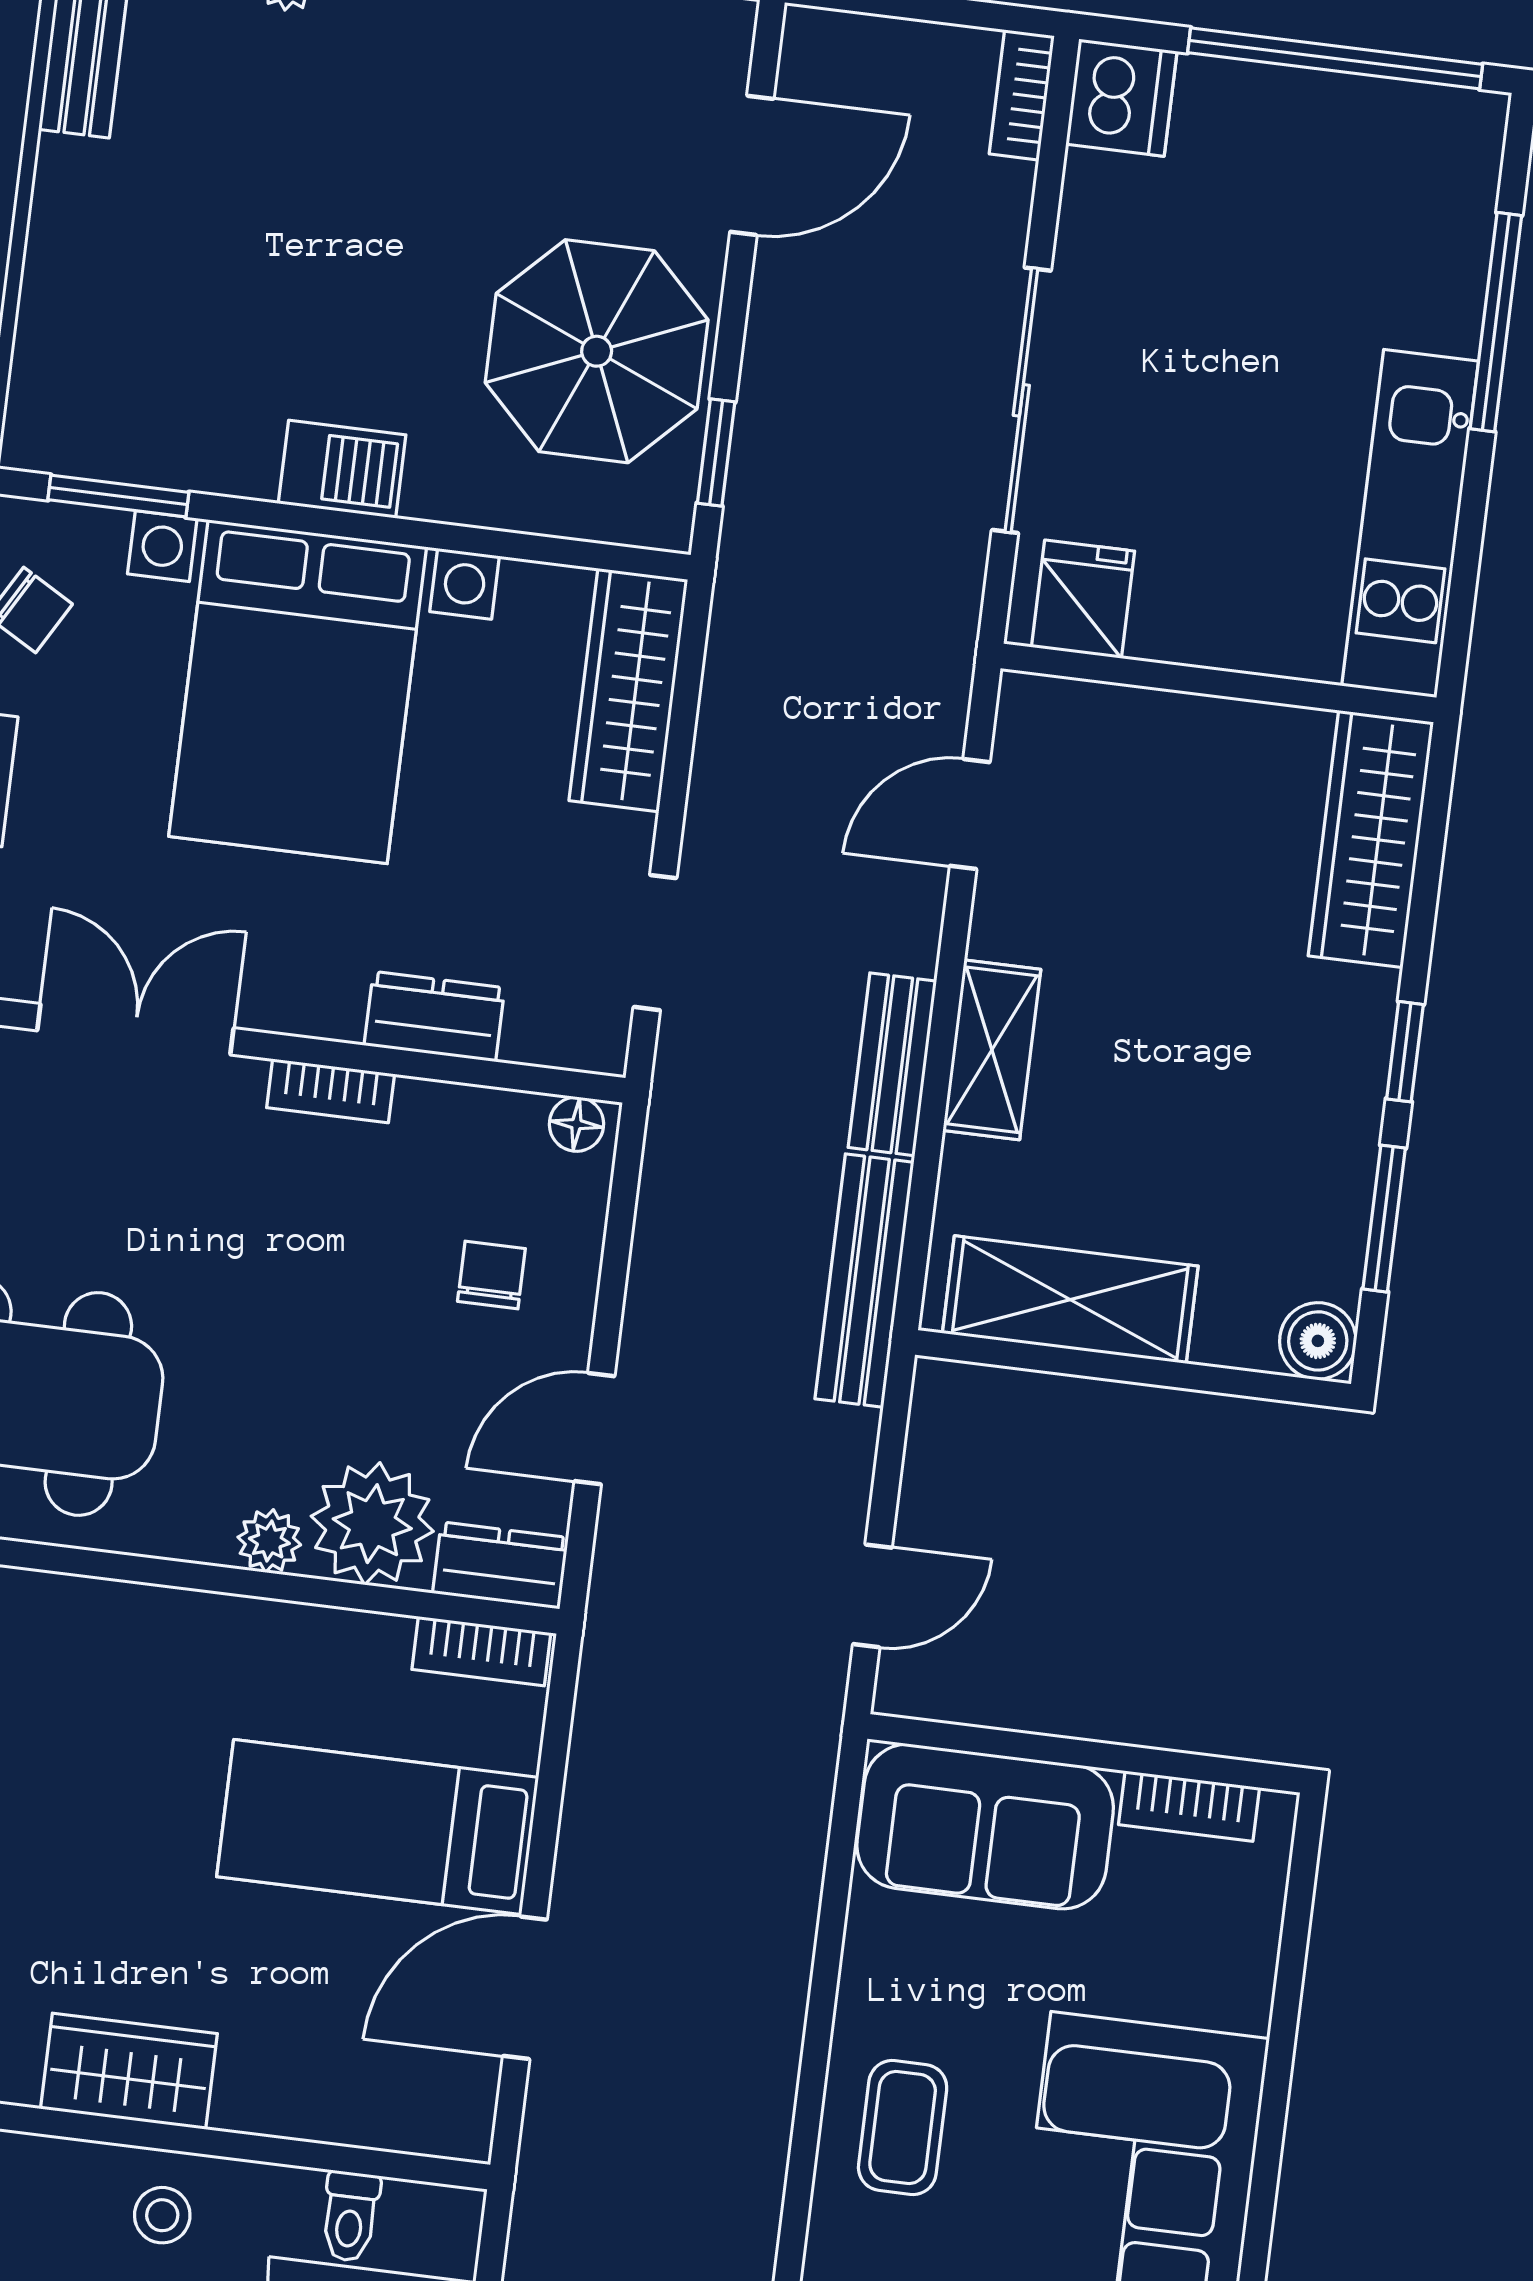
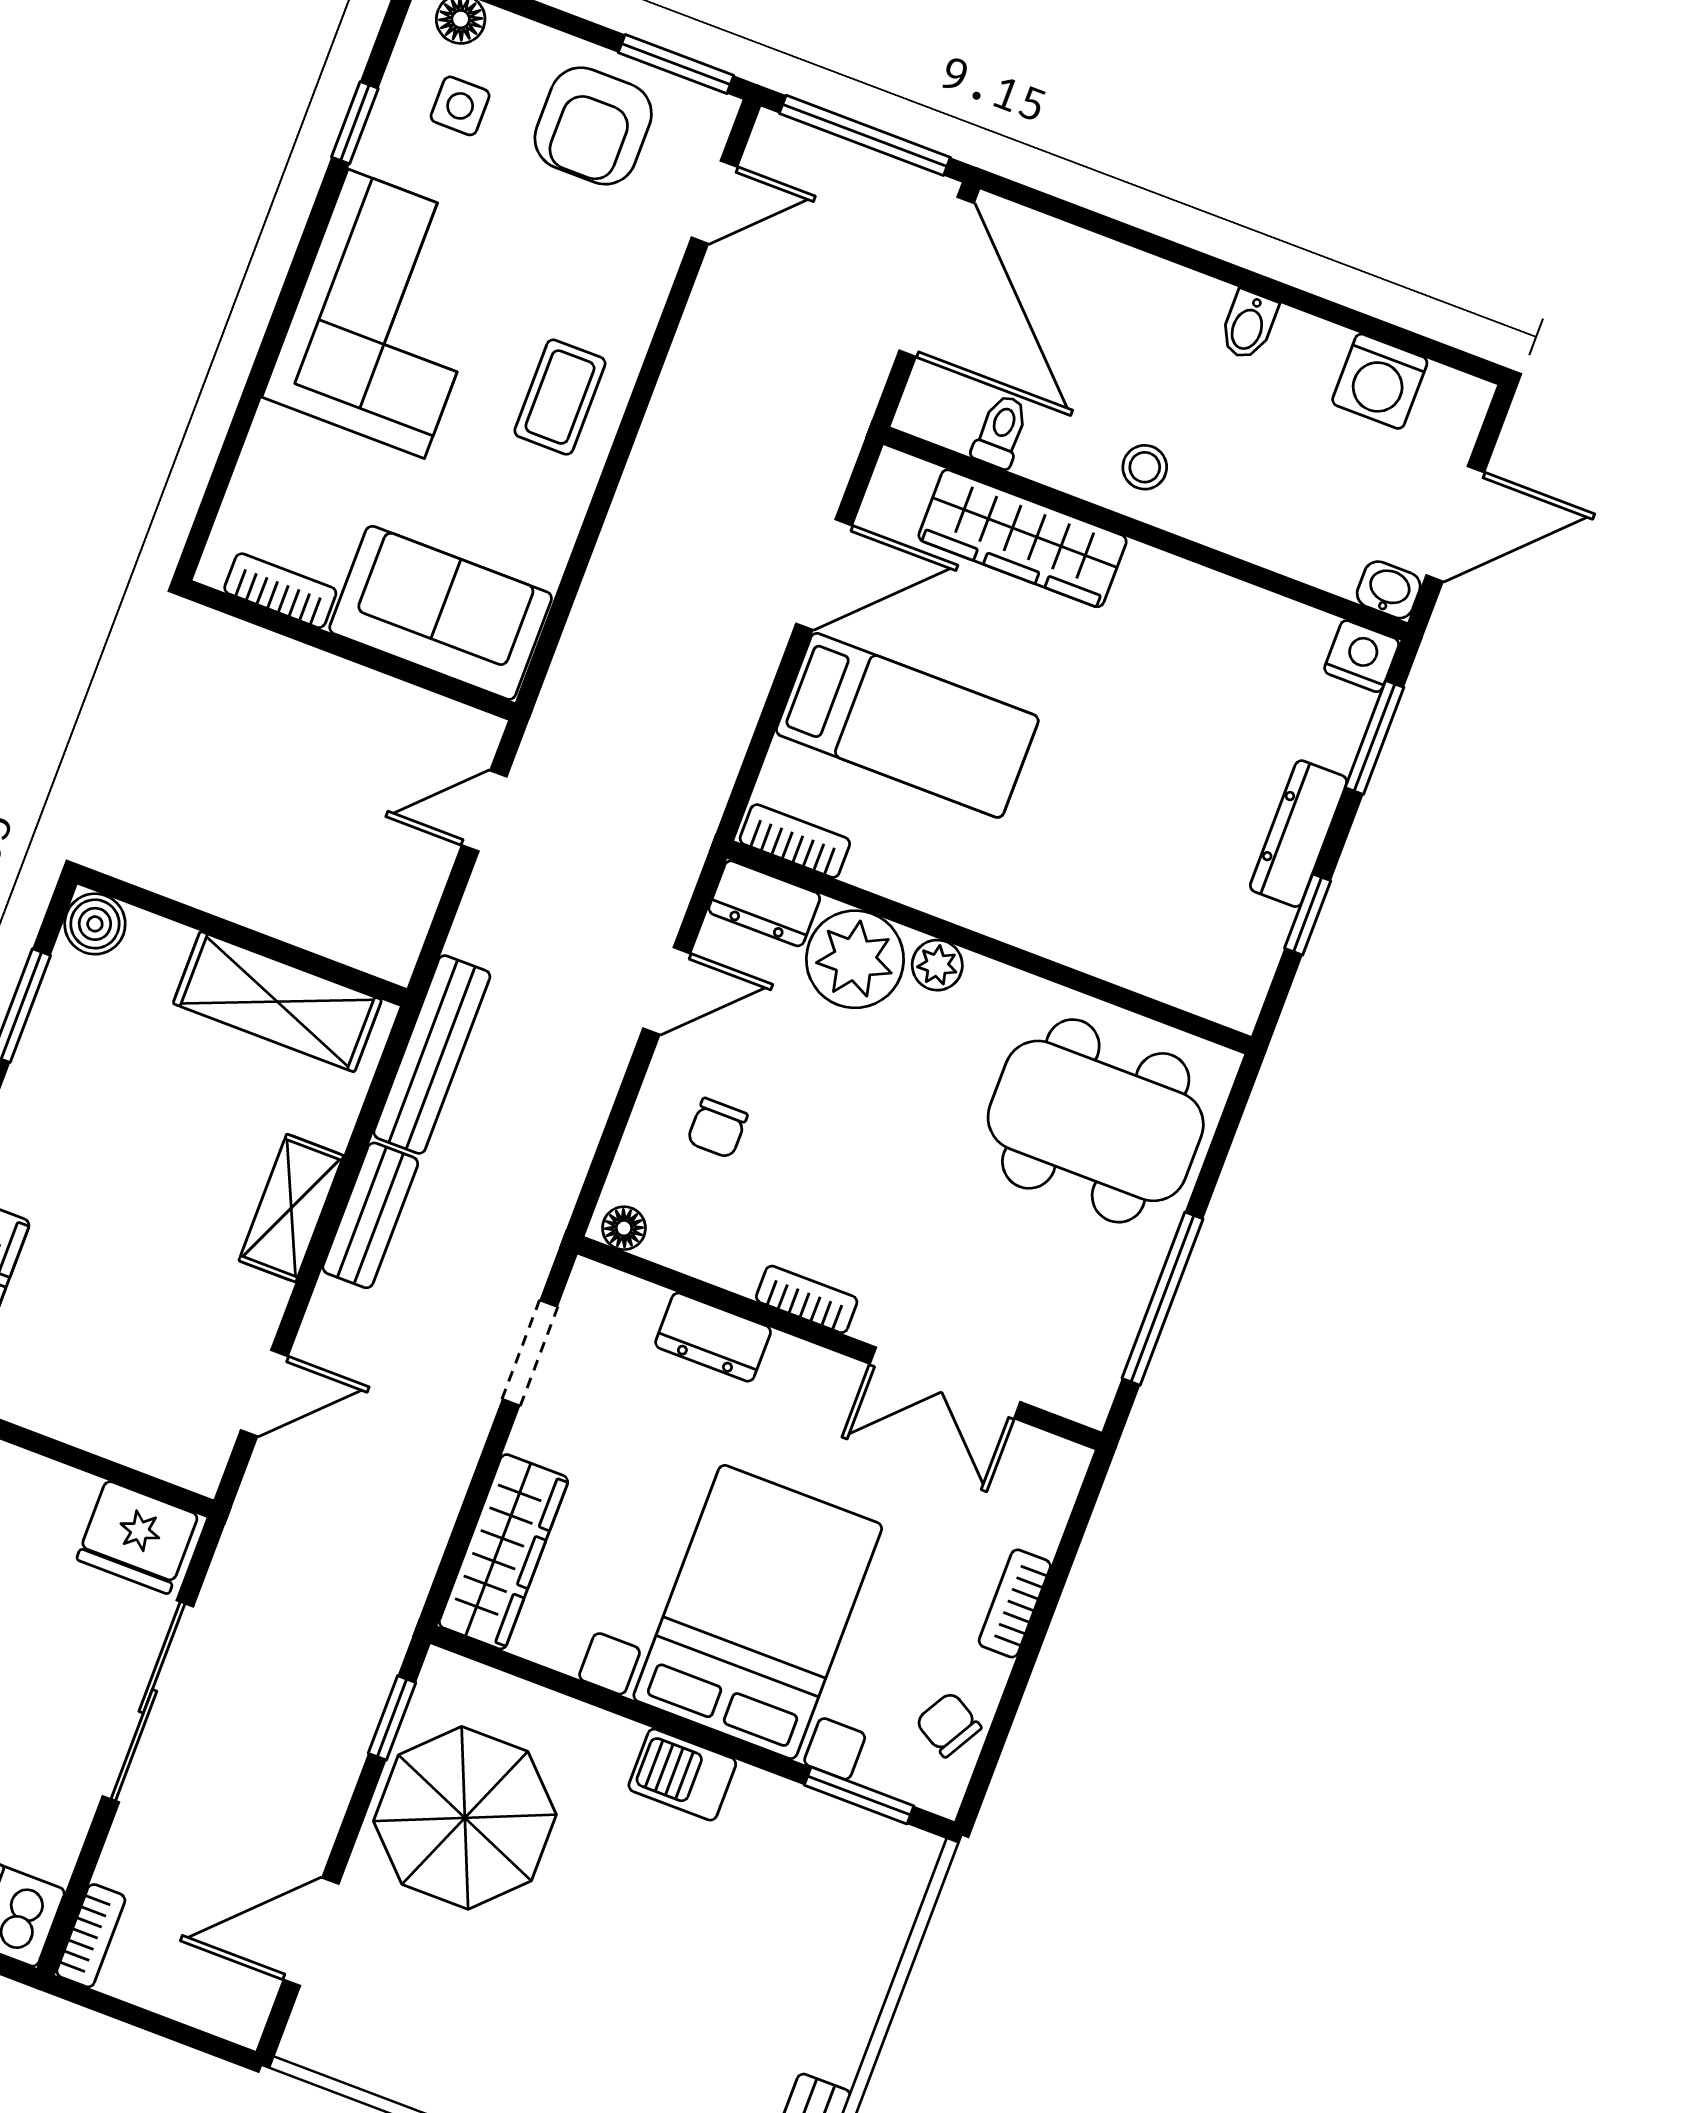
fridge: (1083, 599) -> (137, 1537), width x1.38
wardrobe: (129, 2071) -> (1023, 538), moved, width x1.50

